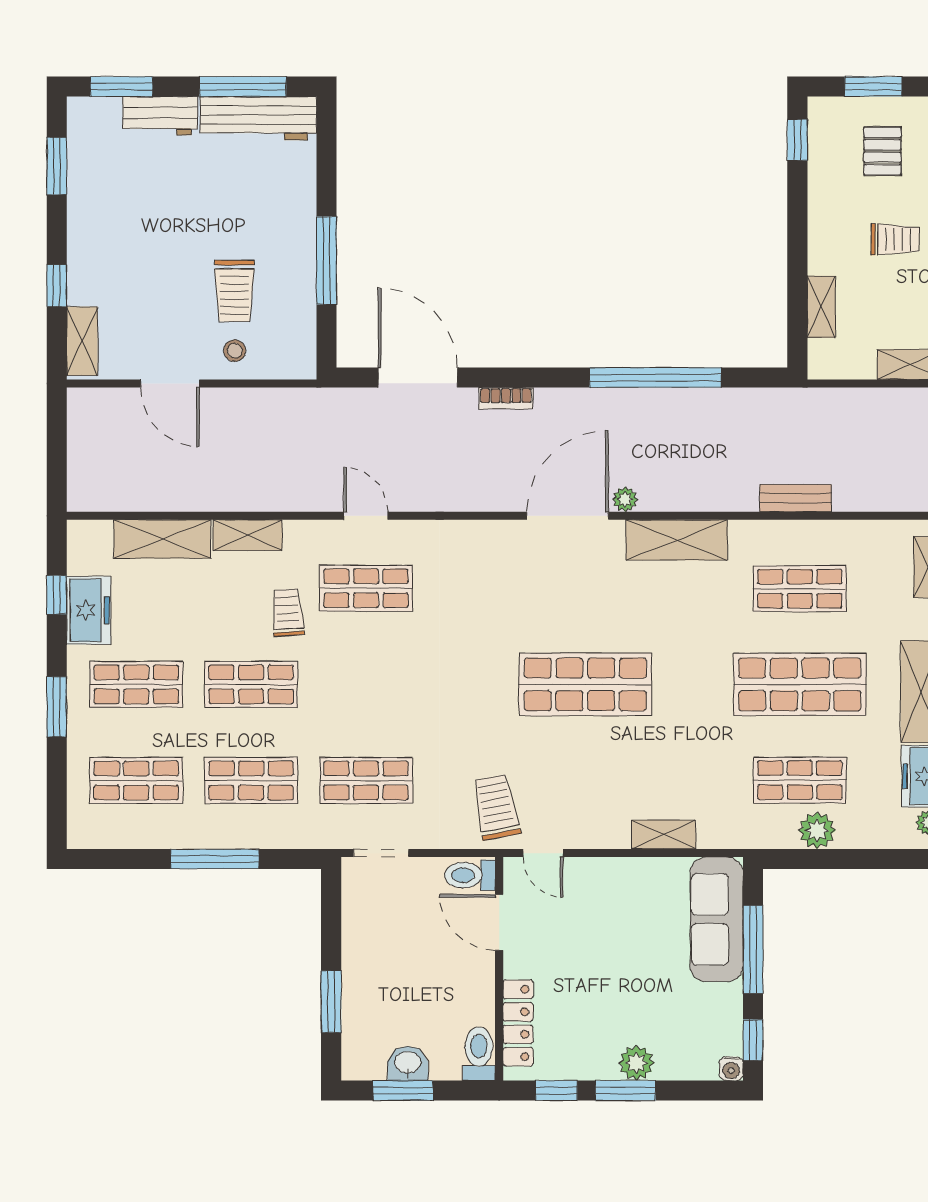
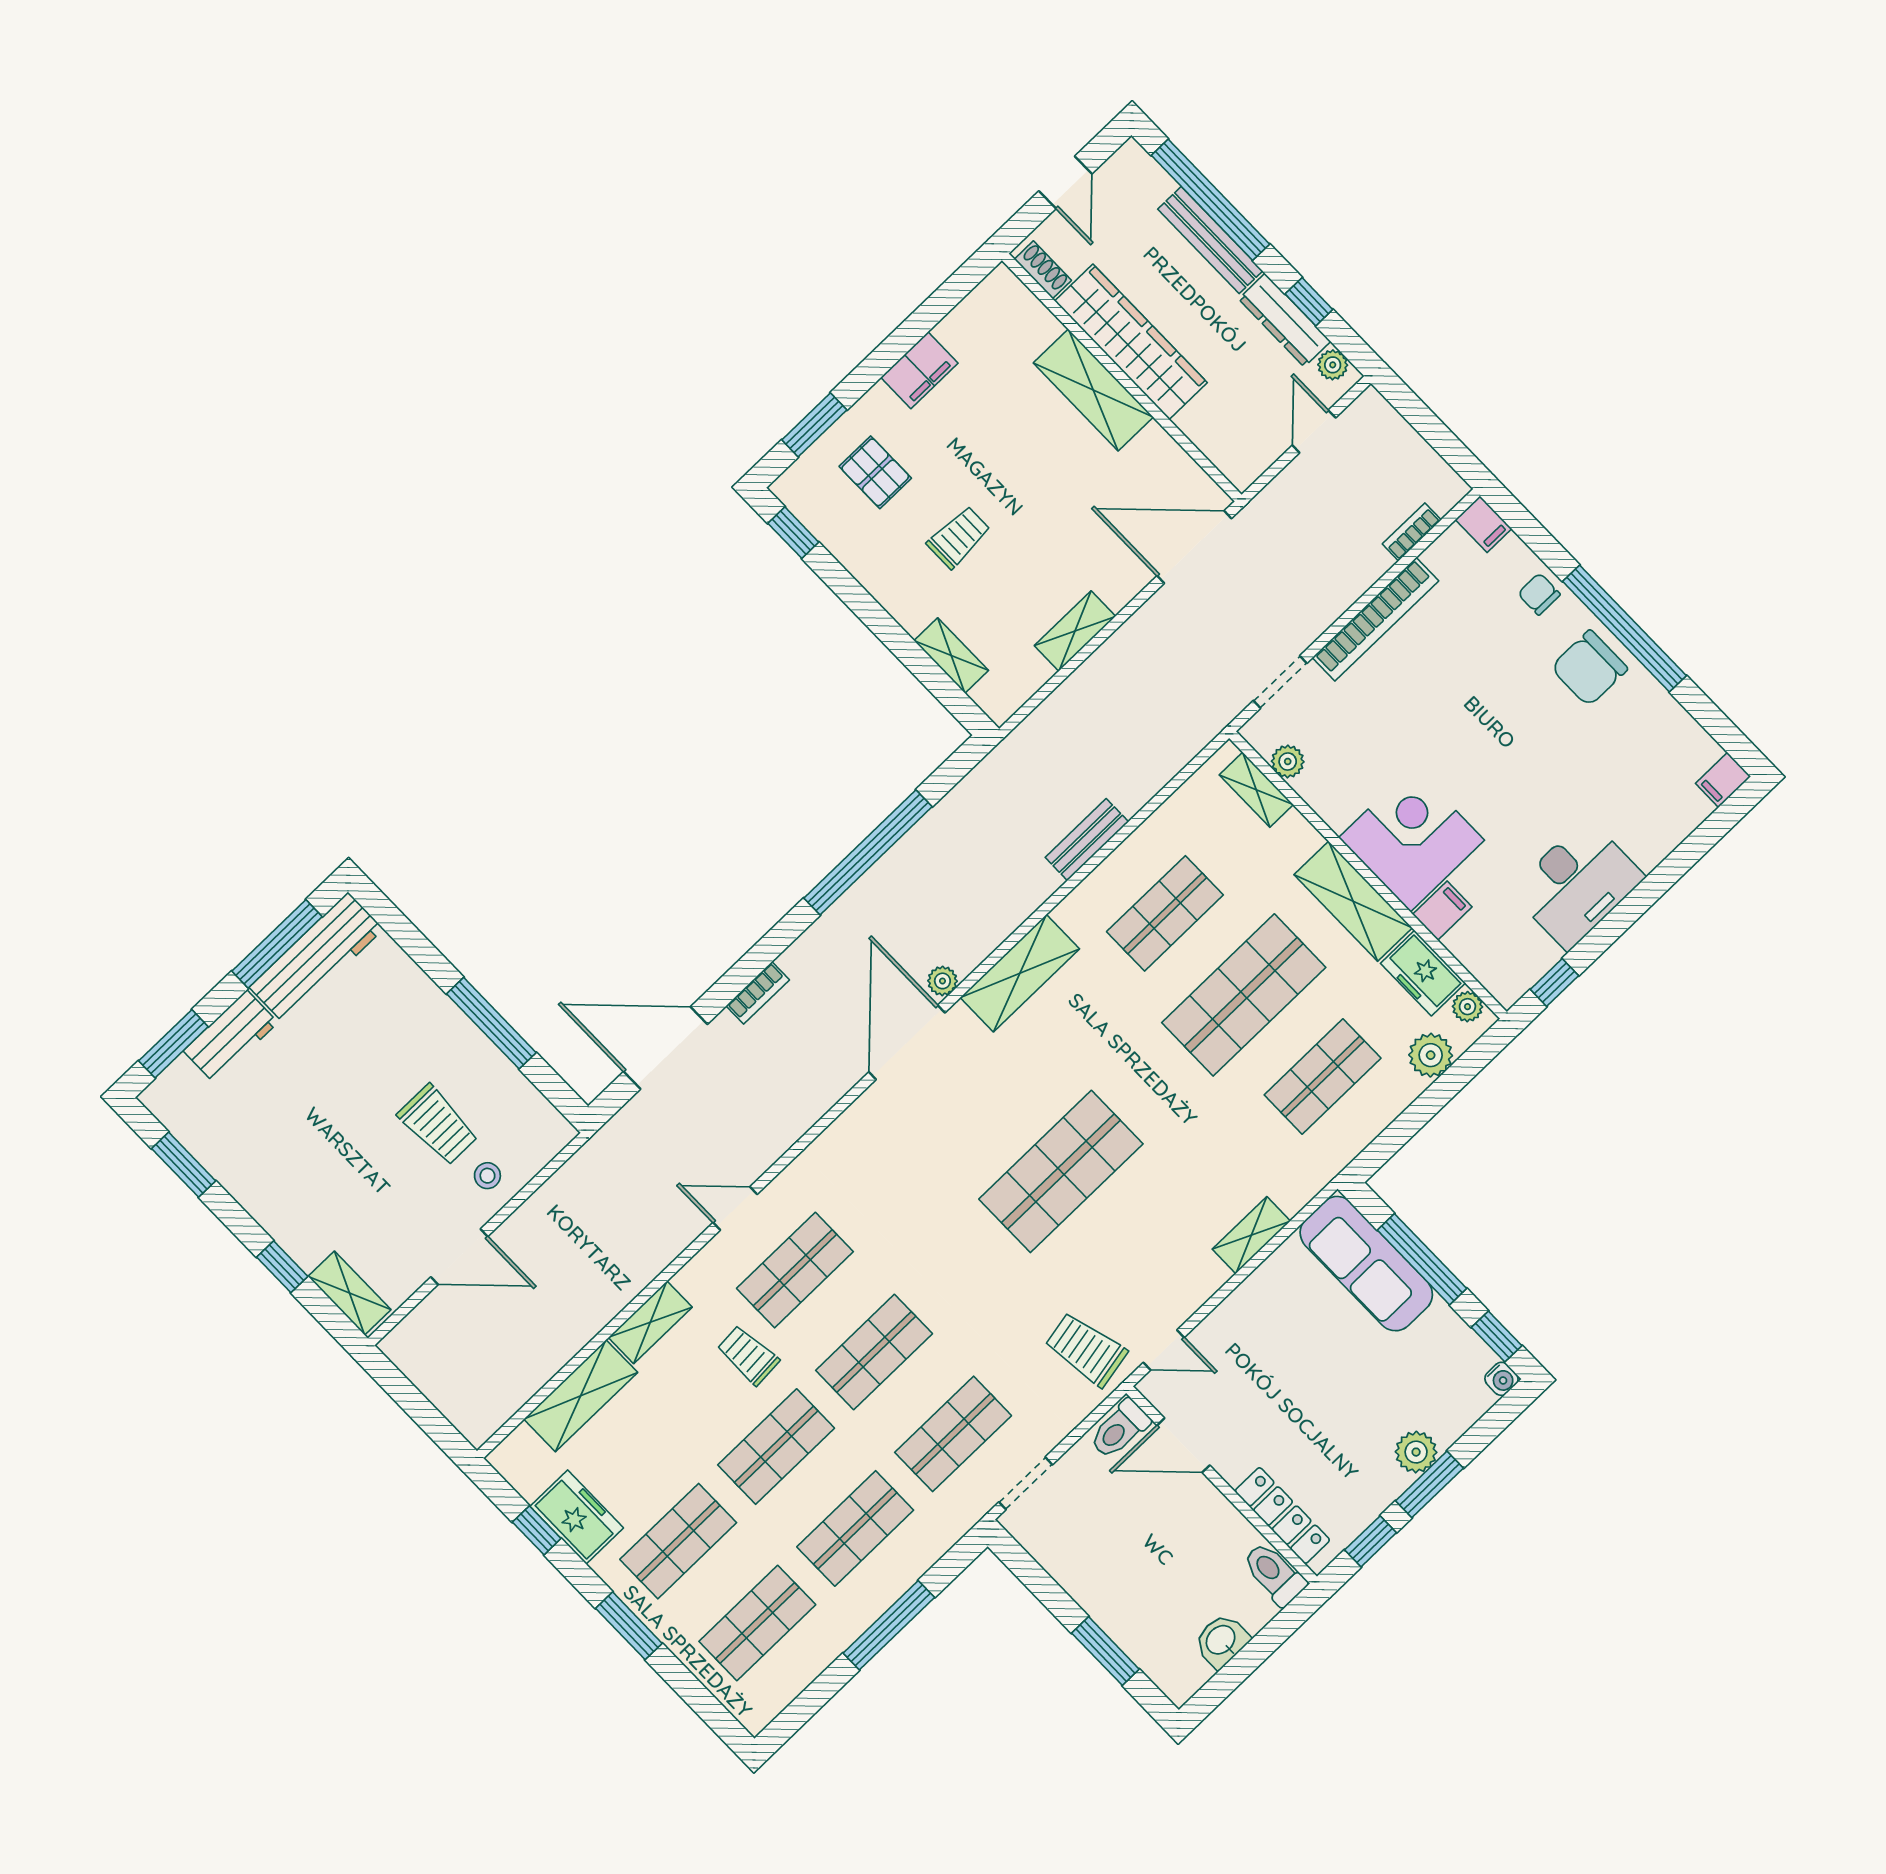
shop shelf: (366, 684) -> (874, 1352), added
plant: (817, 831) -> (1431, 1055), moved
window: (403, 1090) -> (1240, 1668), removed

